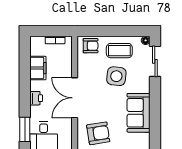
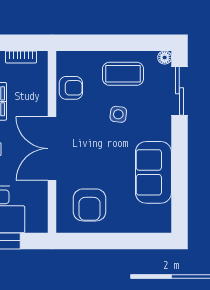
armchair: (91, 46) -> (71, 88), moved
side table: (116, 76) -> (118, 114), width x0.54, depth x0.54
armchair: (98, 133) -> (90, 205), turned 99

